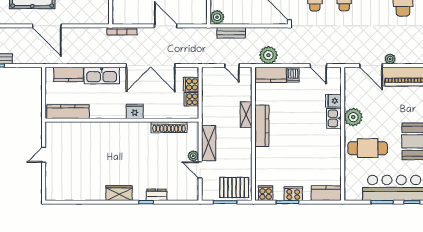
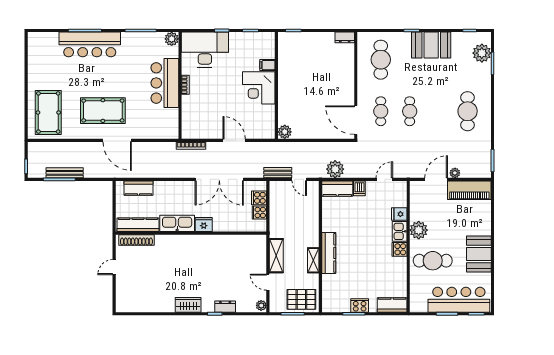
bench: (231, 33) -> (278, 173), moved
door: (318, 66) -> (384, 179), swing flipped
door: (371, 66) -> (436, 179), swing flipped
kitchen sink: (102, 76) -> (177, 223), moved, turned 180
shelving: (246, 115) -> (313, 260), moved
kitchen counter: (262, 126) -> (329, 253), moved
shoe rack: (169, 127) -> (136, 240), moved
plant: (193, 156) -> (261, 305), moved
cooker: (266, 193) -> (399, 249), moved, turned -90

